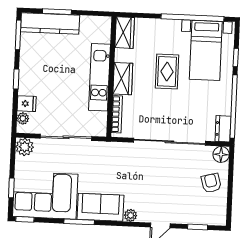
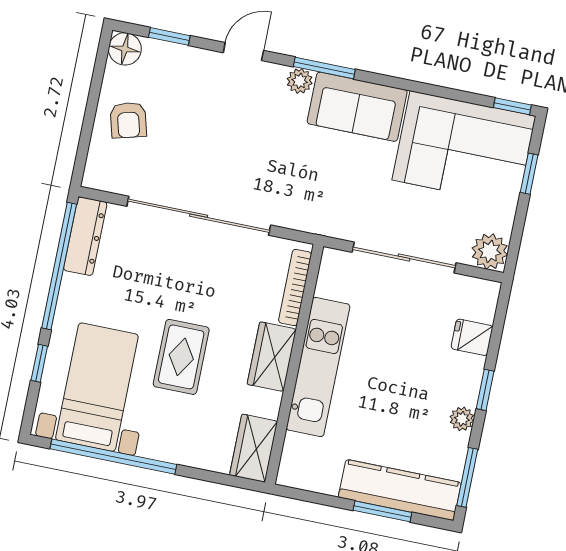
plant: (23, 118) -> (462, 419), moved
dresser: (223, 129) -> (85, 236), width x1.44
floor lamp: (221, 154) -> (125, 49), moved
window: (79, 222) -> (324, 68), moved

